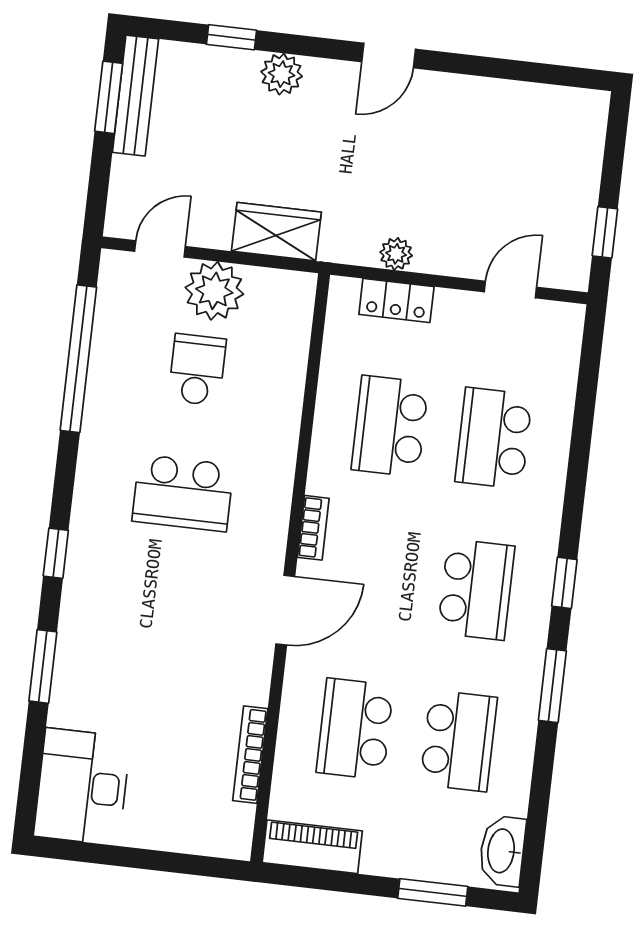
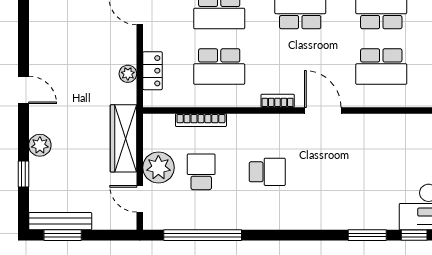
wardrobe: (276, 232) -> (123, 138), width x1.50
school desk: (197, 370) -> (201, 172), turned 90
school desk: (183, 493) -> (267, 172), width x0.54
window: (56, 553) -> (414, 235), moved
bookcase: (250, 755) -> (201, 120), moved

